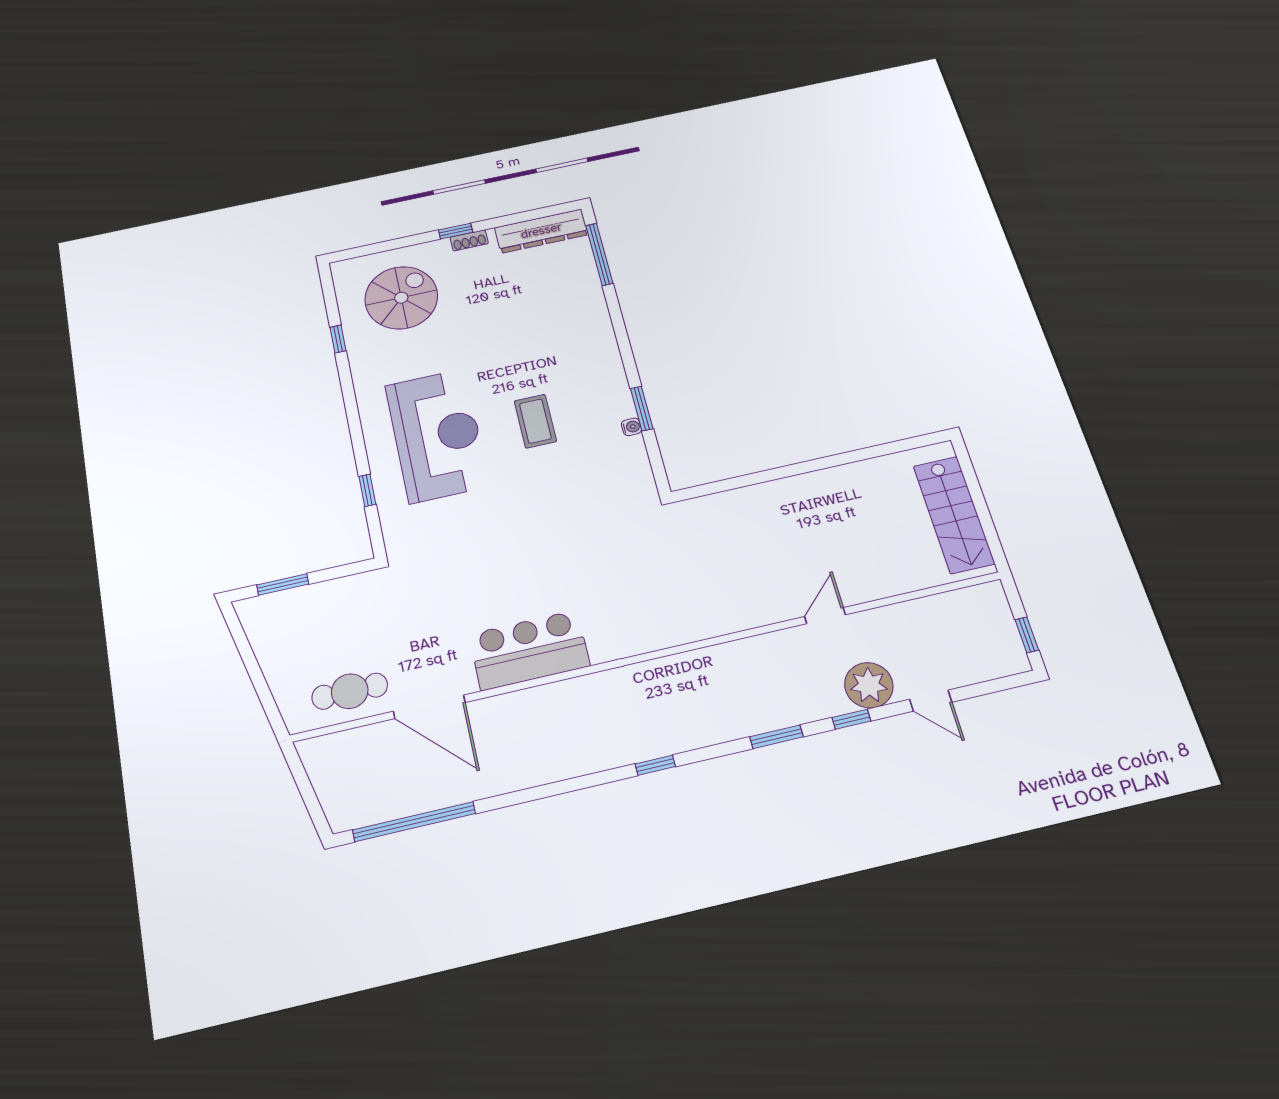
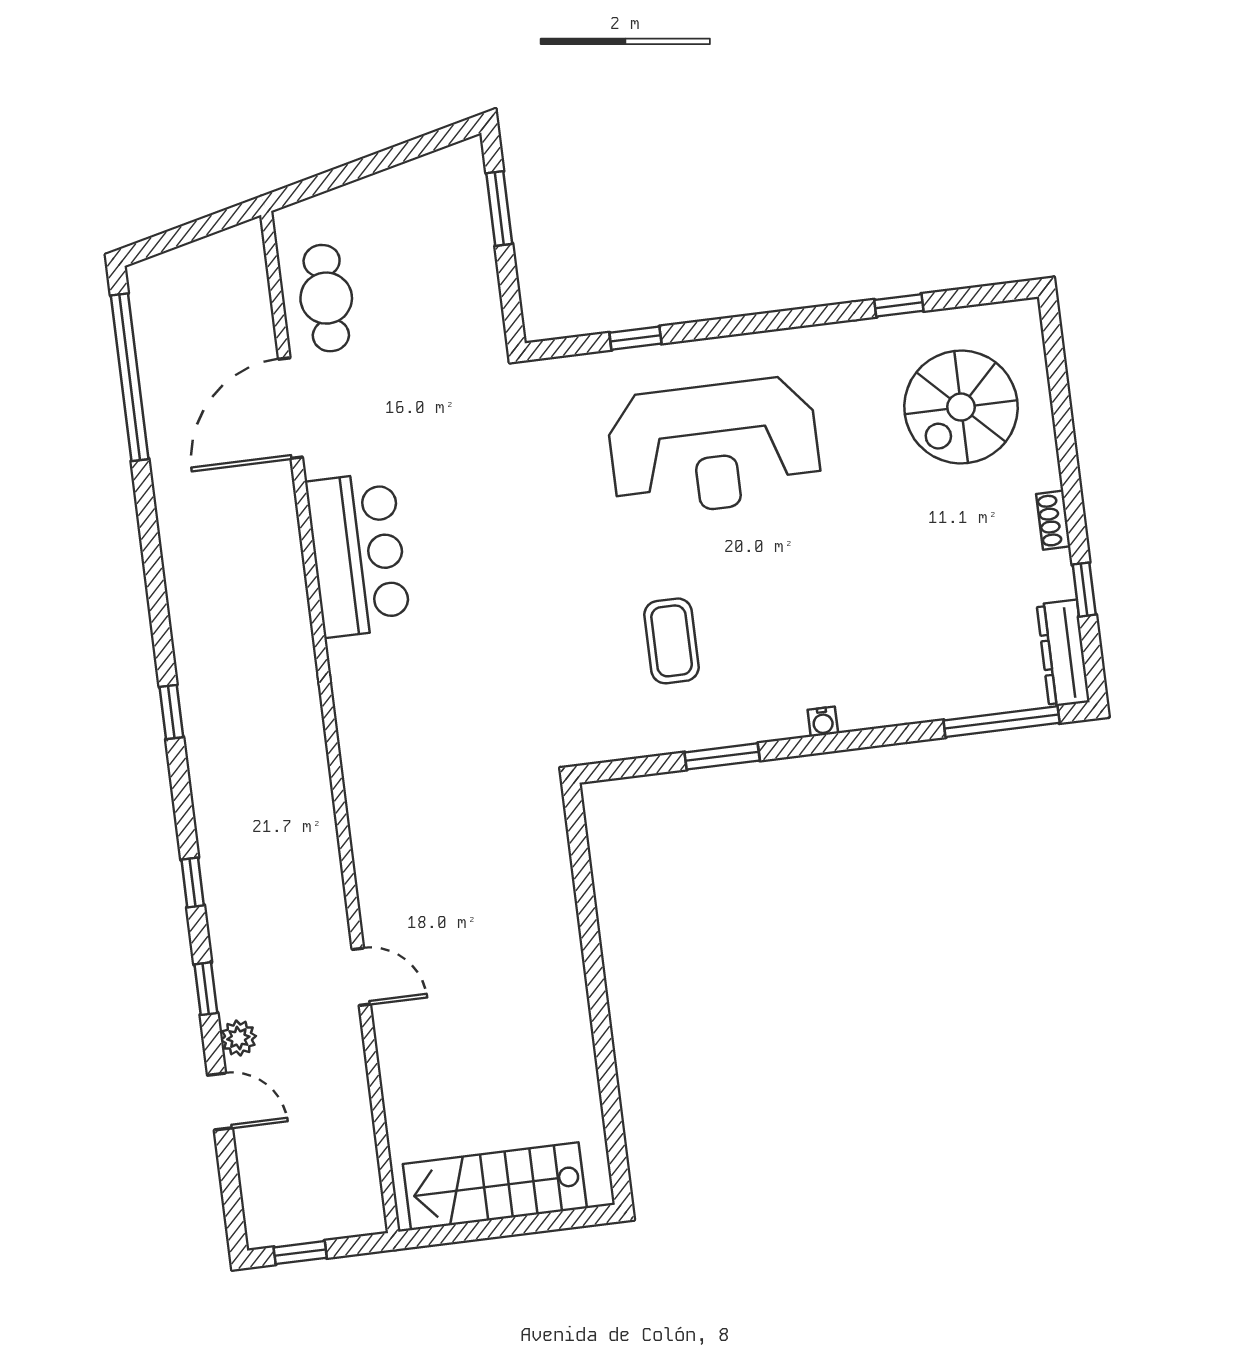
window: (456, 231) -> (1084, 590), moved
dresser: (541, 231) -> (1063, 653), width x0.73, depth x0.80
spiral stairs: (401, 298) -> (961, 407), turned 90
coffee table: (535, 421) -> (672, 641), moved, turned 90
water cooler: (631, 427) -> (823, 722), moved
plant: (869, 685) -> (238, 1038), width x0.53, depth x0.53
door: (931, 701) -> (220, 1102), swing flipped
window: (776, 737) -> (193, 883), width x0.67

